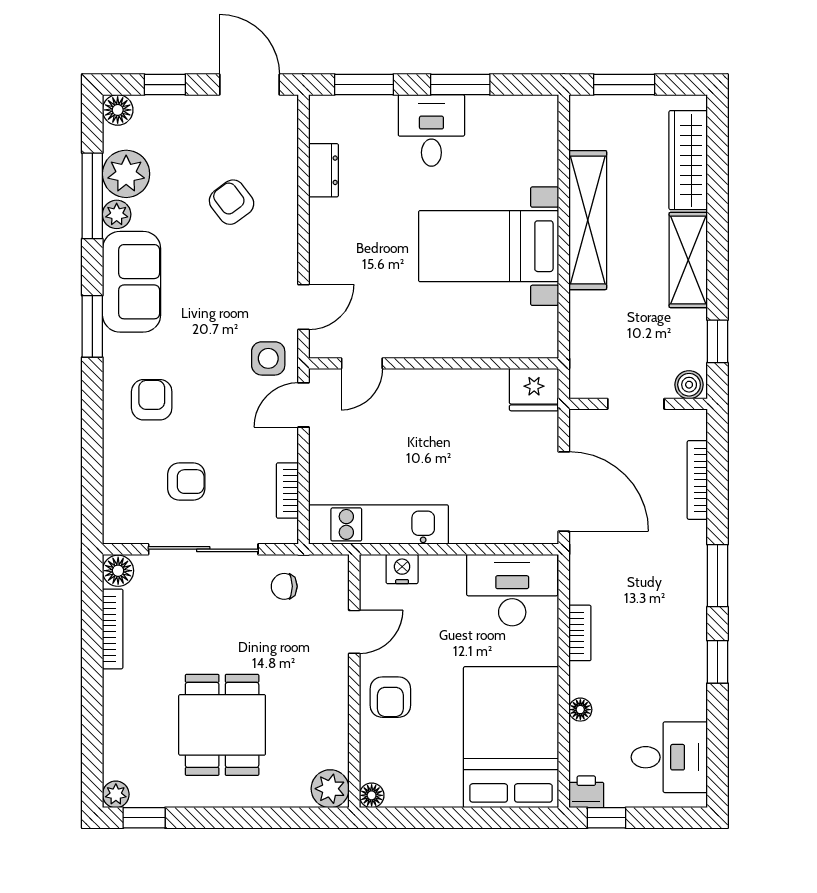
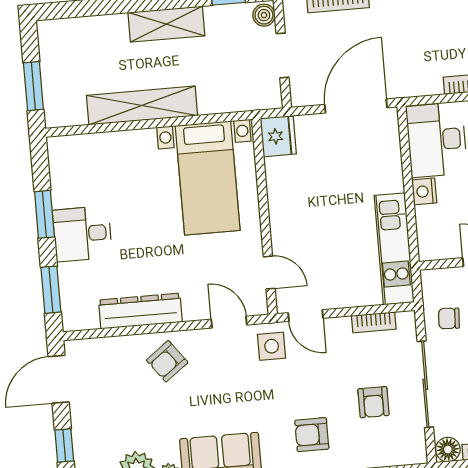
wardrobe: (688, 160) -> (88, 31), removed
dresser: (324, 170) -> (140, 311), width x1.96, depth x1.24
armchair: (232, 202) -> (167, 361), moved
bed with nightstands: (489, 246) -> (208, 178), moved
armchair: (186, 482) -> (373, 402), turned 180
nightstand: (402, 569) -> (424, 191), moved
chair: (284, 586) -> (449, 318), turned 93

